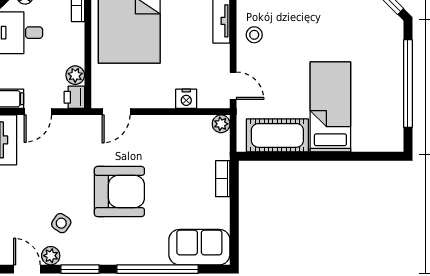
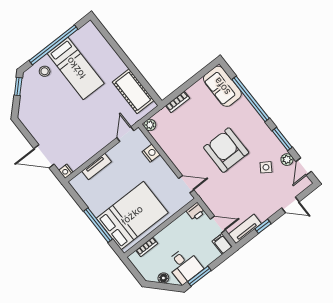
stool: (254, 35) -> (45, 71), moved
plant: (75, 75) -> (184, 220), removed
bed: (330, 107) -> (76, 68), moved, turned -90

